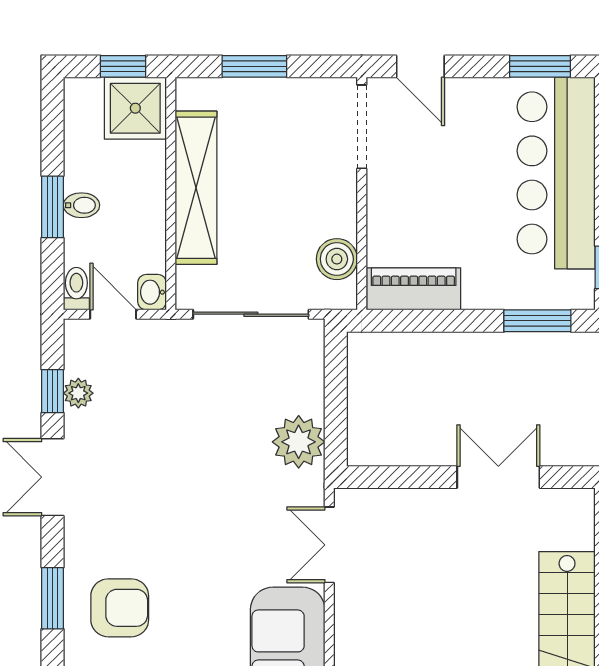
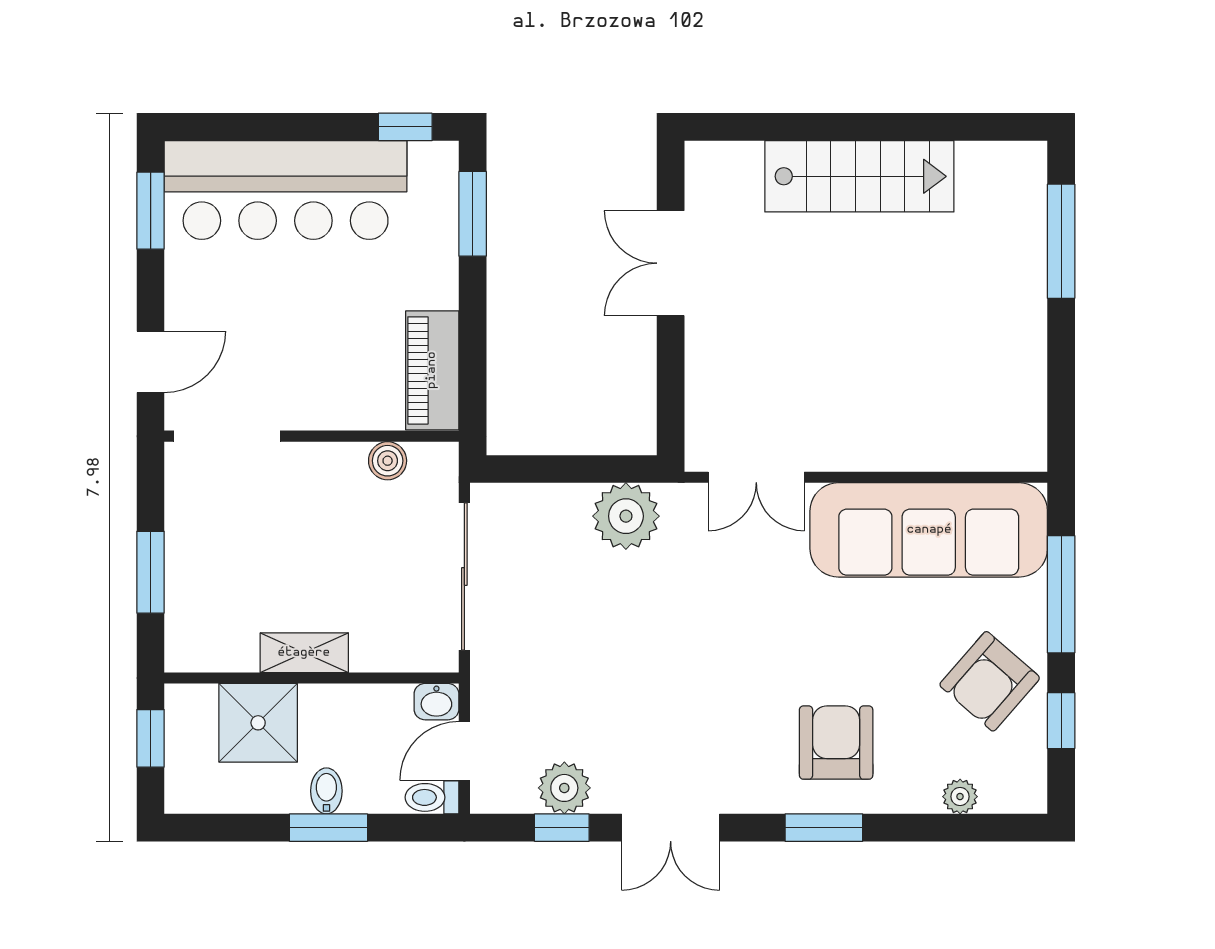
shower: (135, 108) -> (258, 723), moved
shelving: (196, 188) -> (304, 653), width x0.45, depth x0.75
boiler: (337, 259) -> (388, 461), width x0.73, depth x0.73
plant: (78, 393) -> (564, 788), width x1.38, depth x1.38

